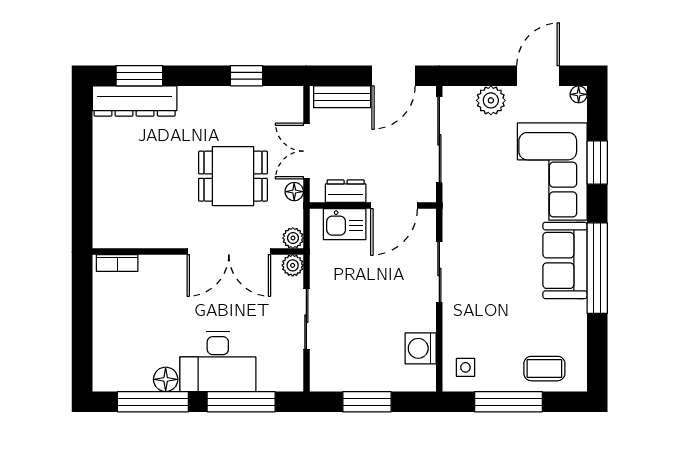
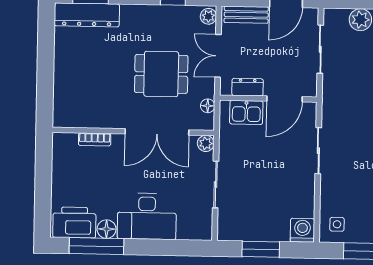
sliding door: (439, 140) -> (320, 49), width x0.73
floor lamp: (294, 192) -> (208, 106), moved
plant: (293, 238) -> (208, 16), moved
bookcase: (117, 263) -> (95, 139), moved
washing machine: (421, 348) -> (302, 230), moved, turned 90
printer: (124, 372) -> (74, 222), added
window: (241, 402) -> (164, 247), removed

